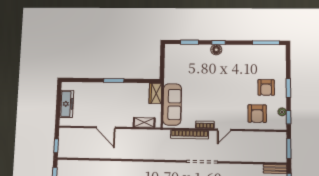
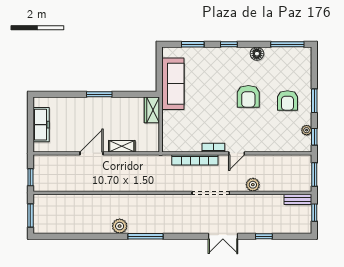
floor lamp: (216, 50) -> (257, 54), moved
sofa: (172, 104) -> (173, 84), moved
armchair: (257, 114) -> (248, 96), moved
shelving: (144, 122) -> (122, 146), moved
door: (106, 128) -> (91, 153), swing flipped
plant: (237, 156) -> (253, 185), added

